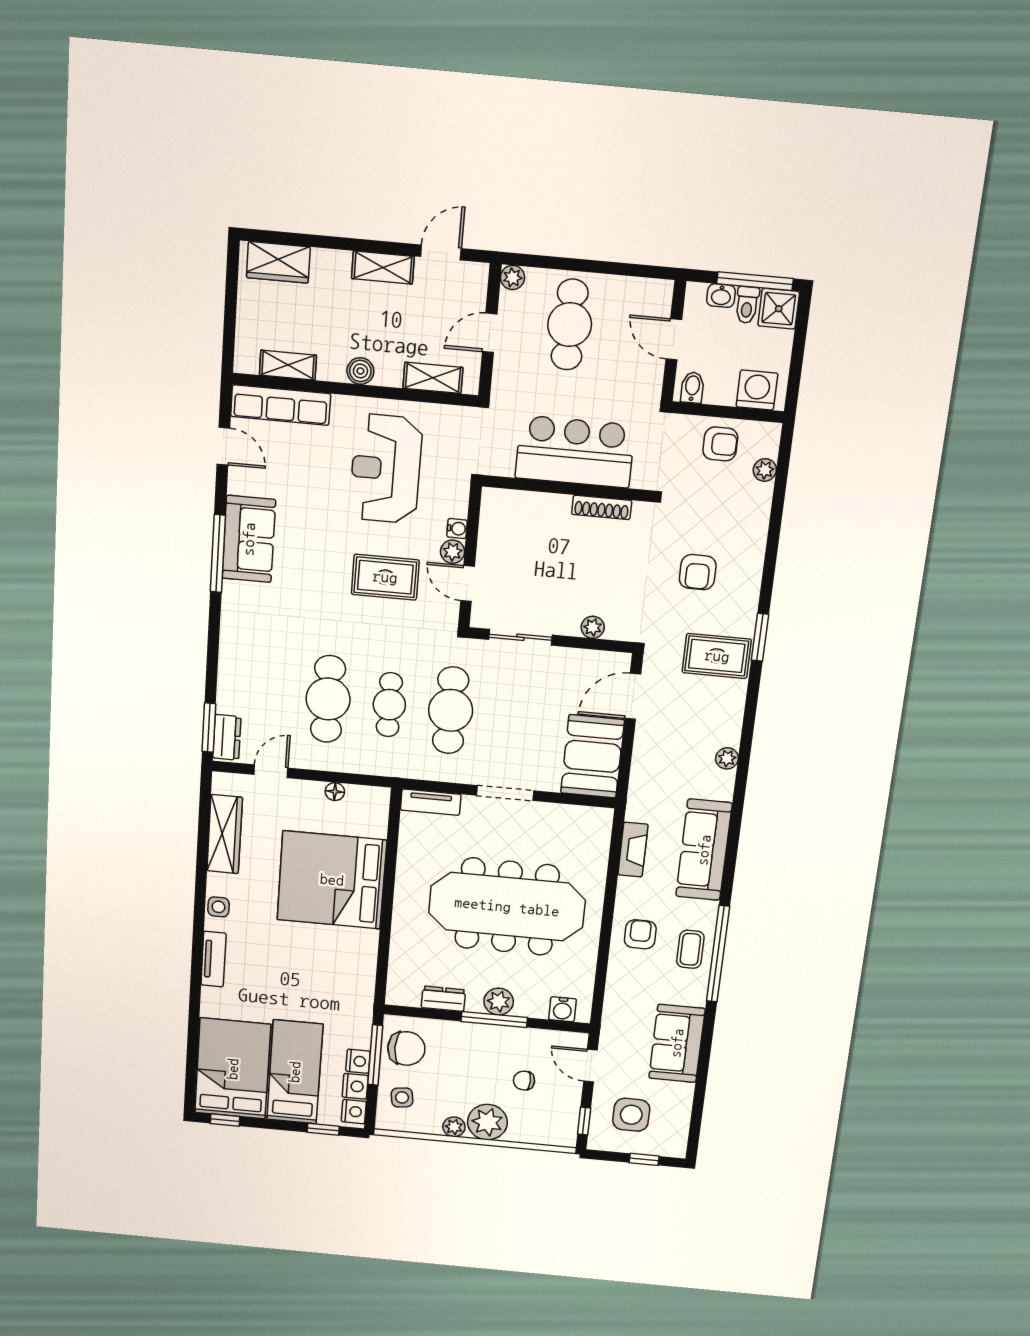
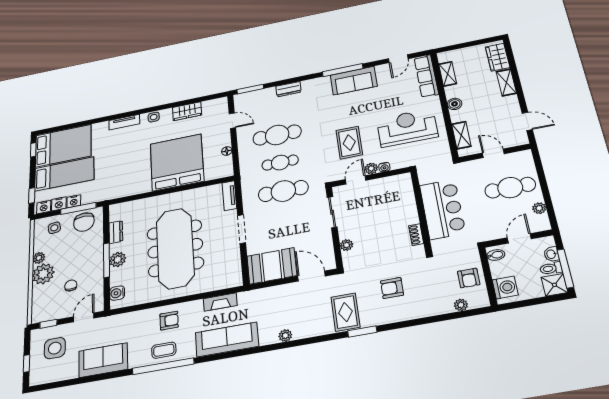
shelving: (383, 267) -> (506, 82), moved
plant: (513, 278) -> (539, 208), moved
shoe rack: (602, 507) -> (416, 235), width x0.70
dresser: (227, 737) -> (289, 89), moved
wardrobe: (225, 834) -> (187, 111), width x0.67

